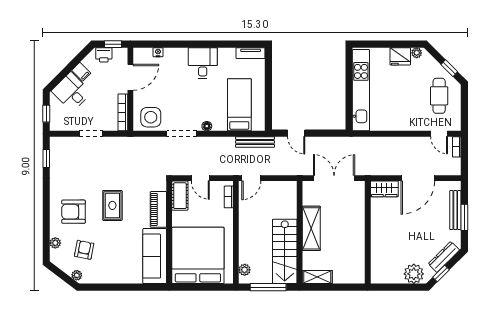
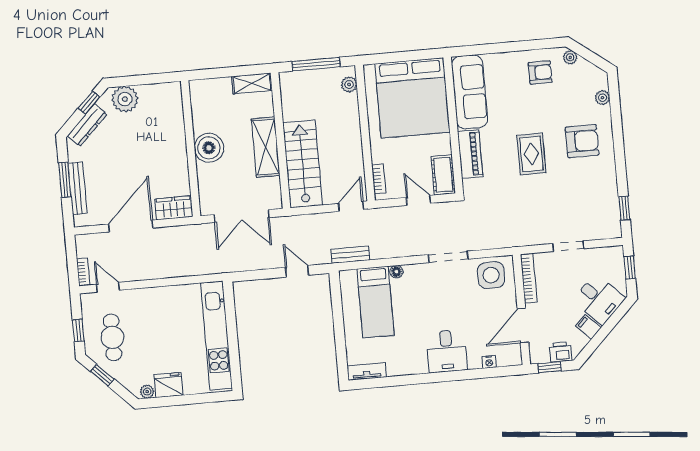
desk: (203, 63) -> (447, 351), moved
window: (464, 103) -> (78, 330), added
floor lamp: (207, 126) -> (396, 272), moved
bench: (255, 142) -> (350, 255), width x0.73
boiler: (354, 232) -> (209, 148), added
armchair: (84, 250) -> (540, 72), moved, turned -101
stairs: (285, 251) -> (303, 164), moved

